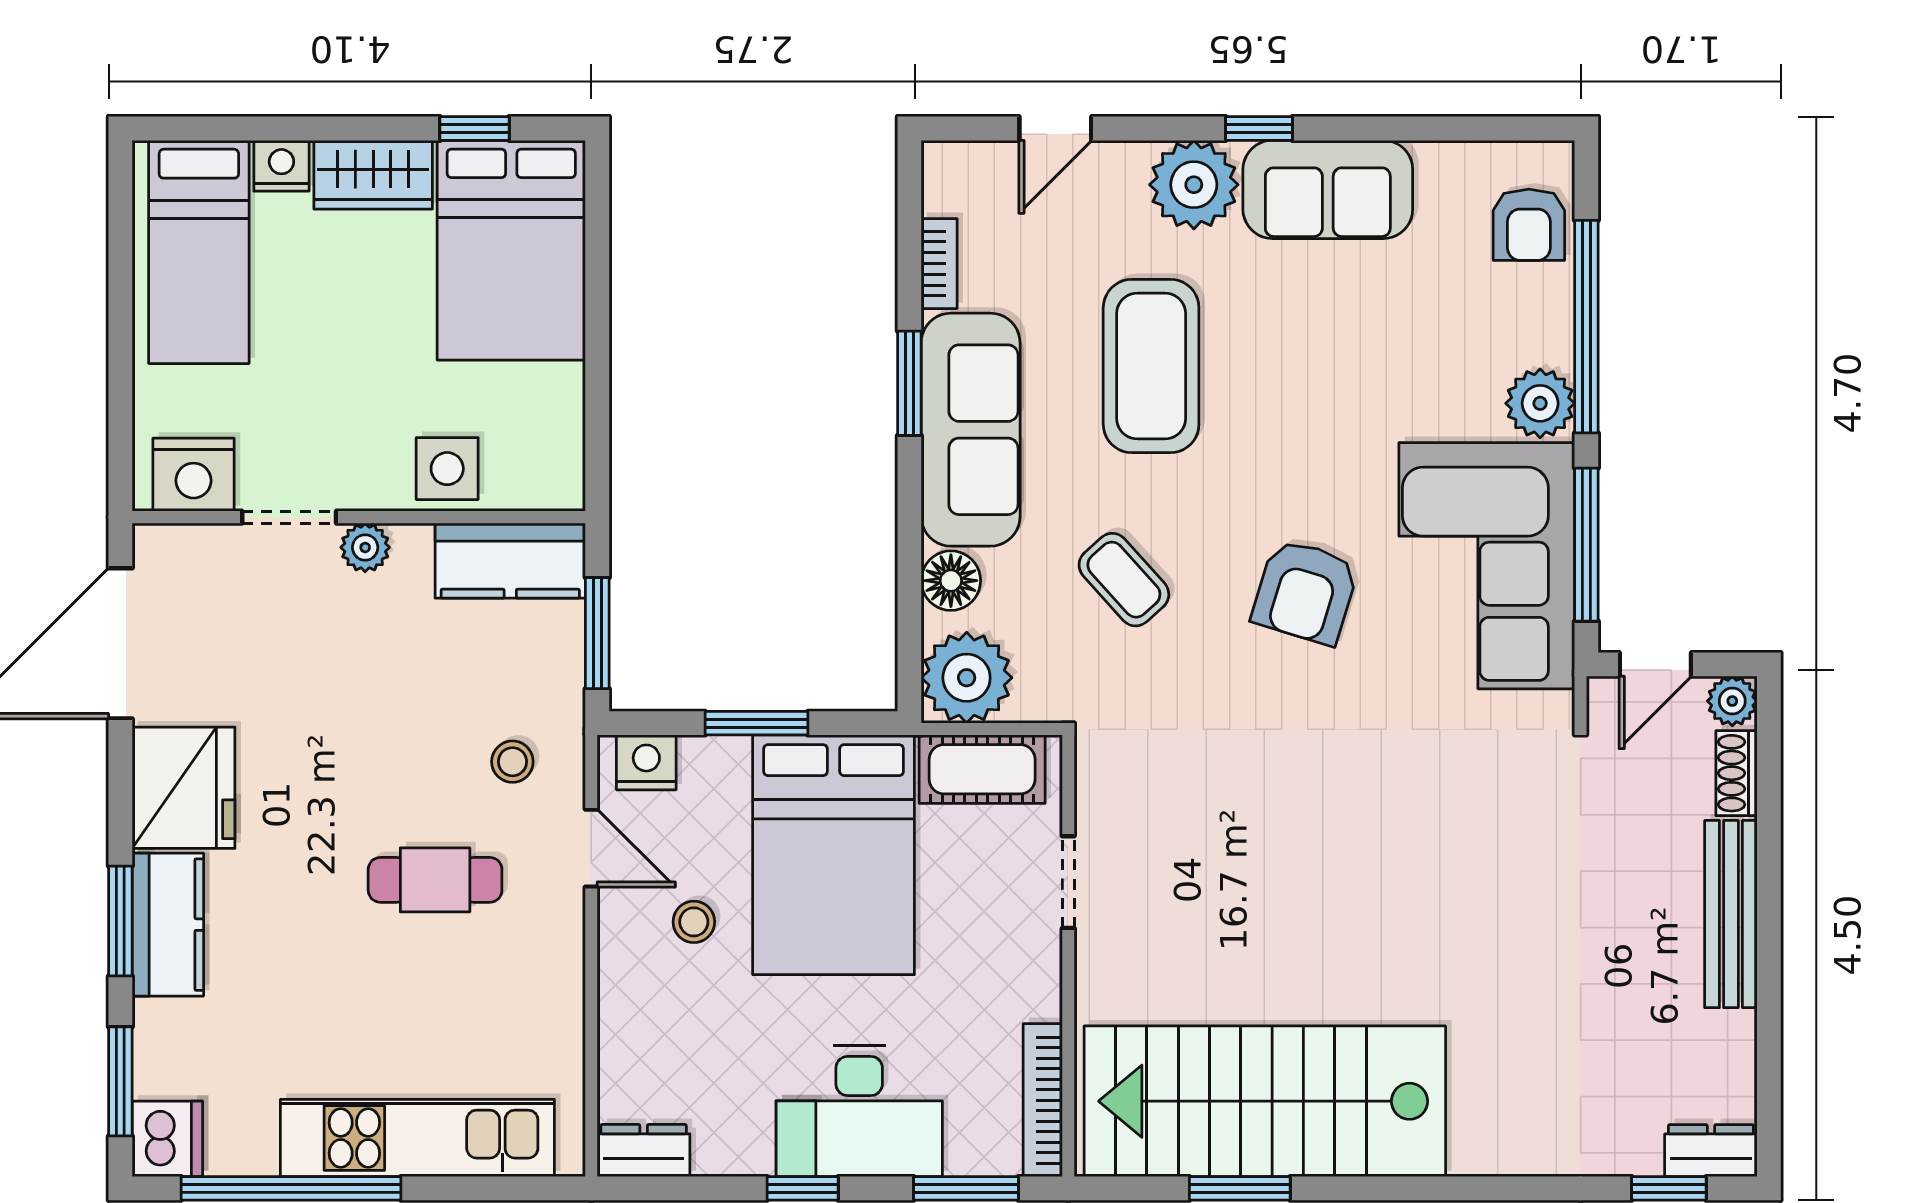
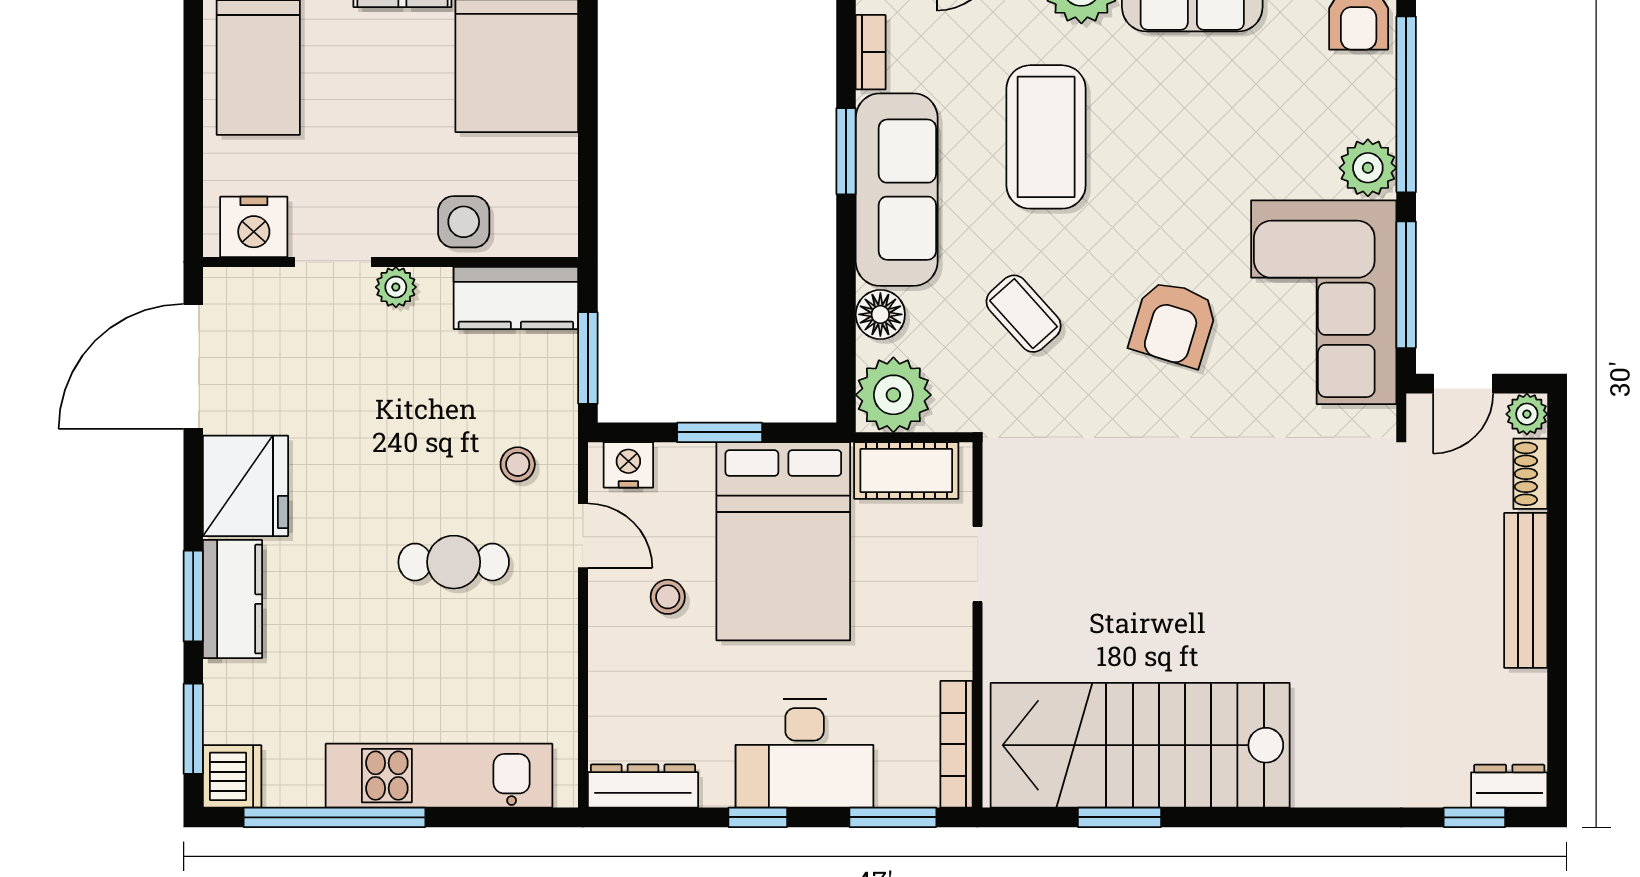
dresser: (644, 1150) -> (643, 786), width x1.44

